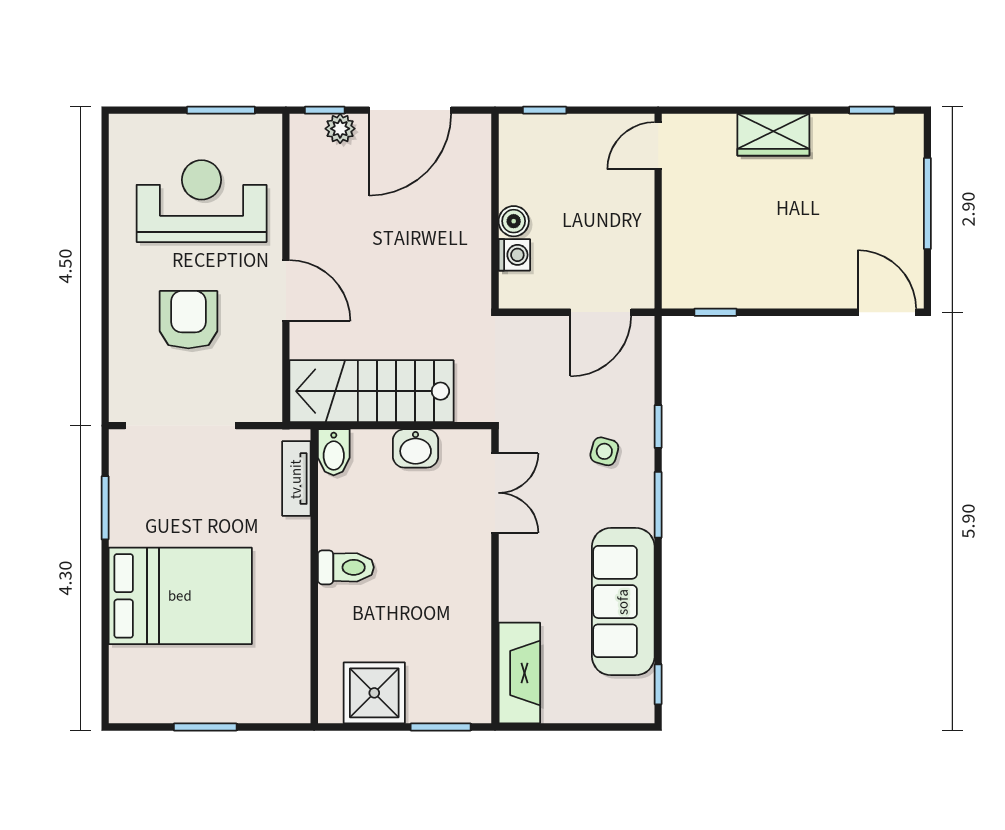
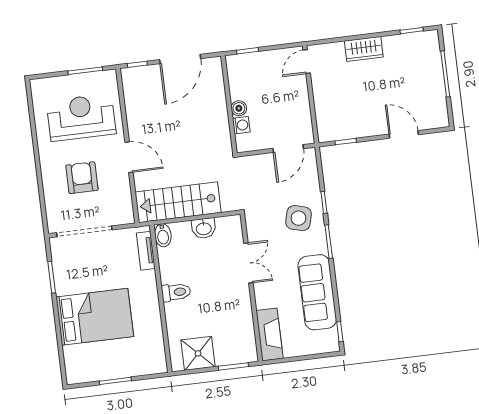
plant: (340, 129) -> (146, 73), removed
door: (887, 312) -> (404, 134), moved
side table: (604, 451) -> (298, 218), width x1.87, depth x1.87
double door: (495, 493) -> (248, 263), moved

